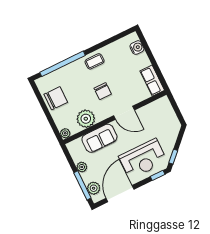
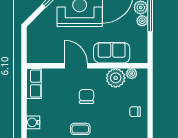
chair: (56, 98) -> (135, 112), width x0.54, depth x0.54
plant: (65, 133) -> (132, 74), moved
plant: (82, 167) -> (142, 21), moved

